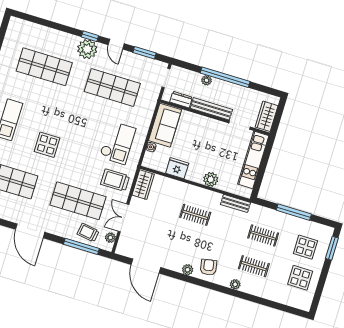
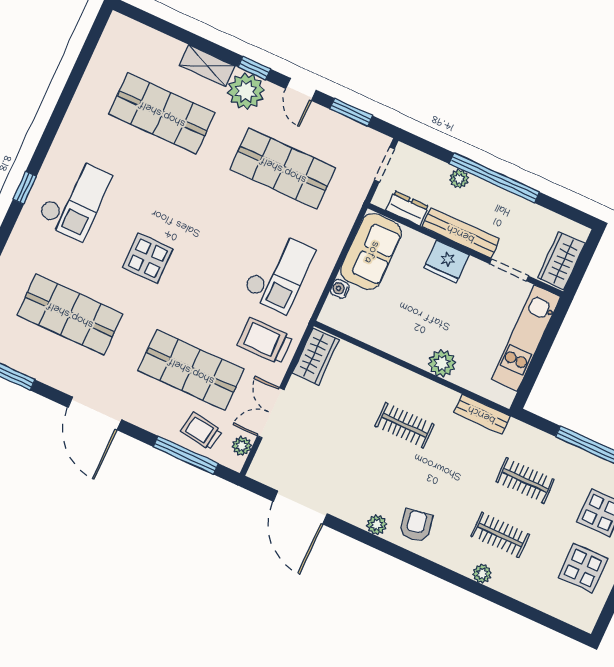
shelving: (65, 38) -> (207, 66), added
fridge: (177, 168) -> (447, 262), moved, turned 180
plant: (235, 284) -> (482, 574), moved

